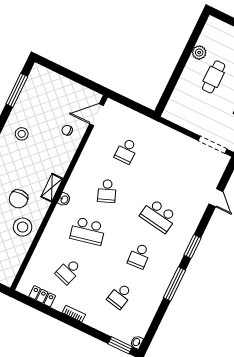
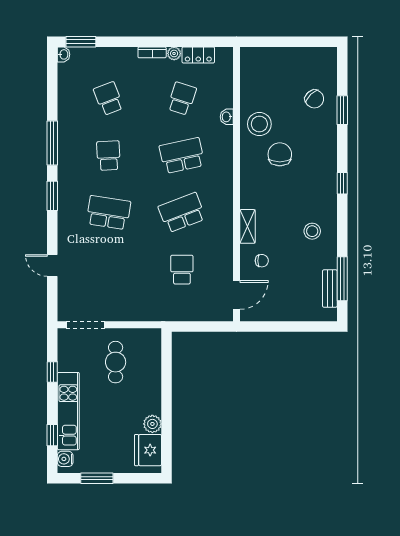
fridge: (211, 36) -> (148, 450), added
cafe table: (214, 77) -> (116, 362), moved
bench: (29, 88) -> (330, 288), added
shelving: (52, 188) -> (247, 226), moved
school desk: (107, 191) -> (182, 213), width x1.85
washbasin: (64, 199) -> (227, 117), moved
school desk: (120, 296) -> (108, 99), turned -33
plant: (59, 305) -> (174, 53), added

